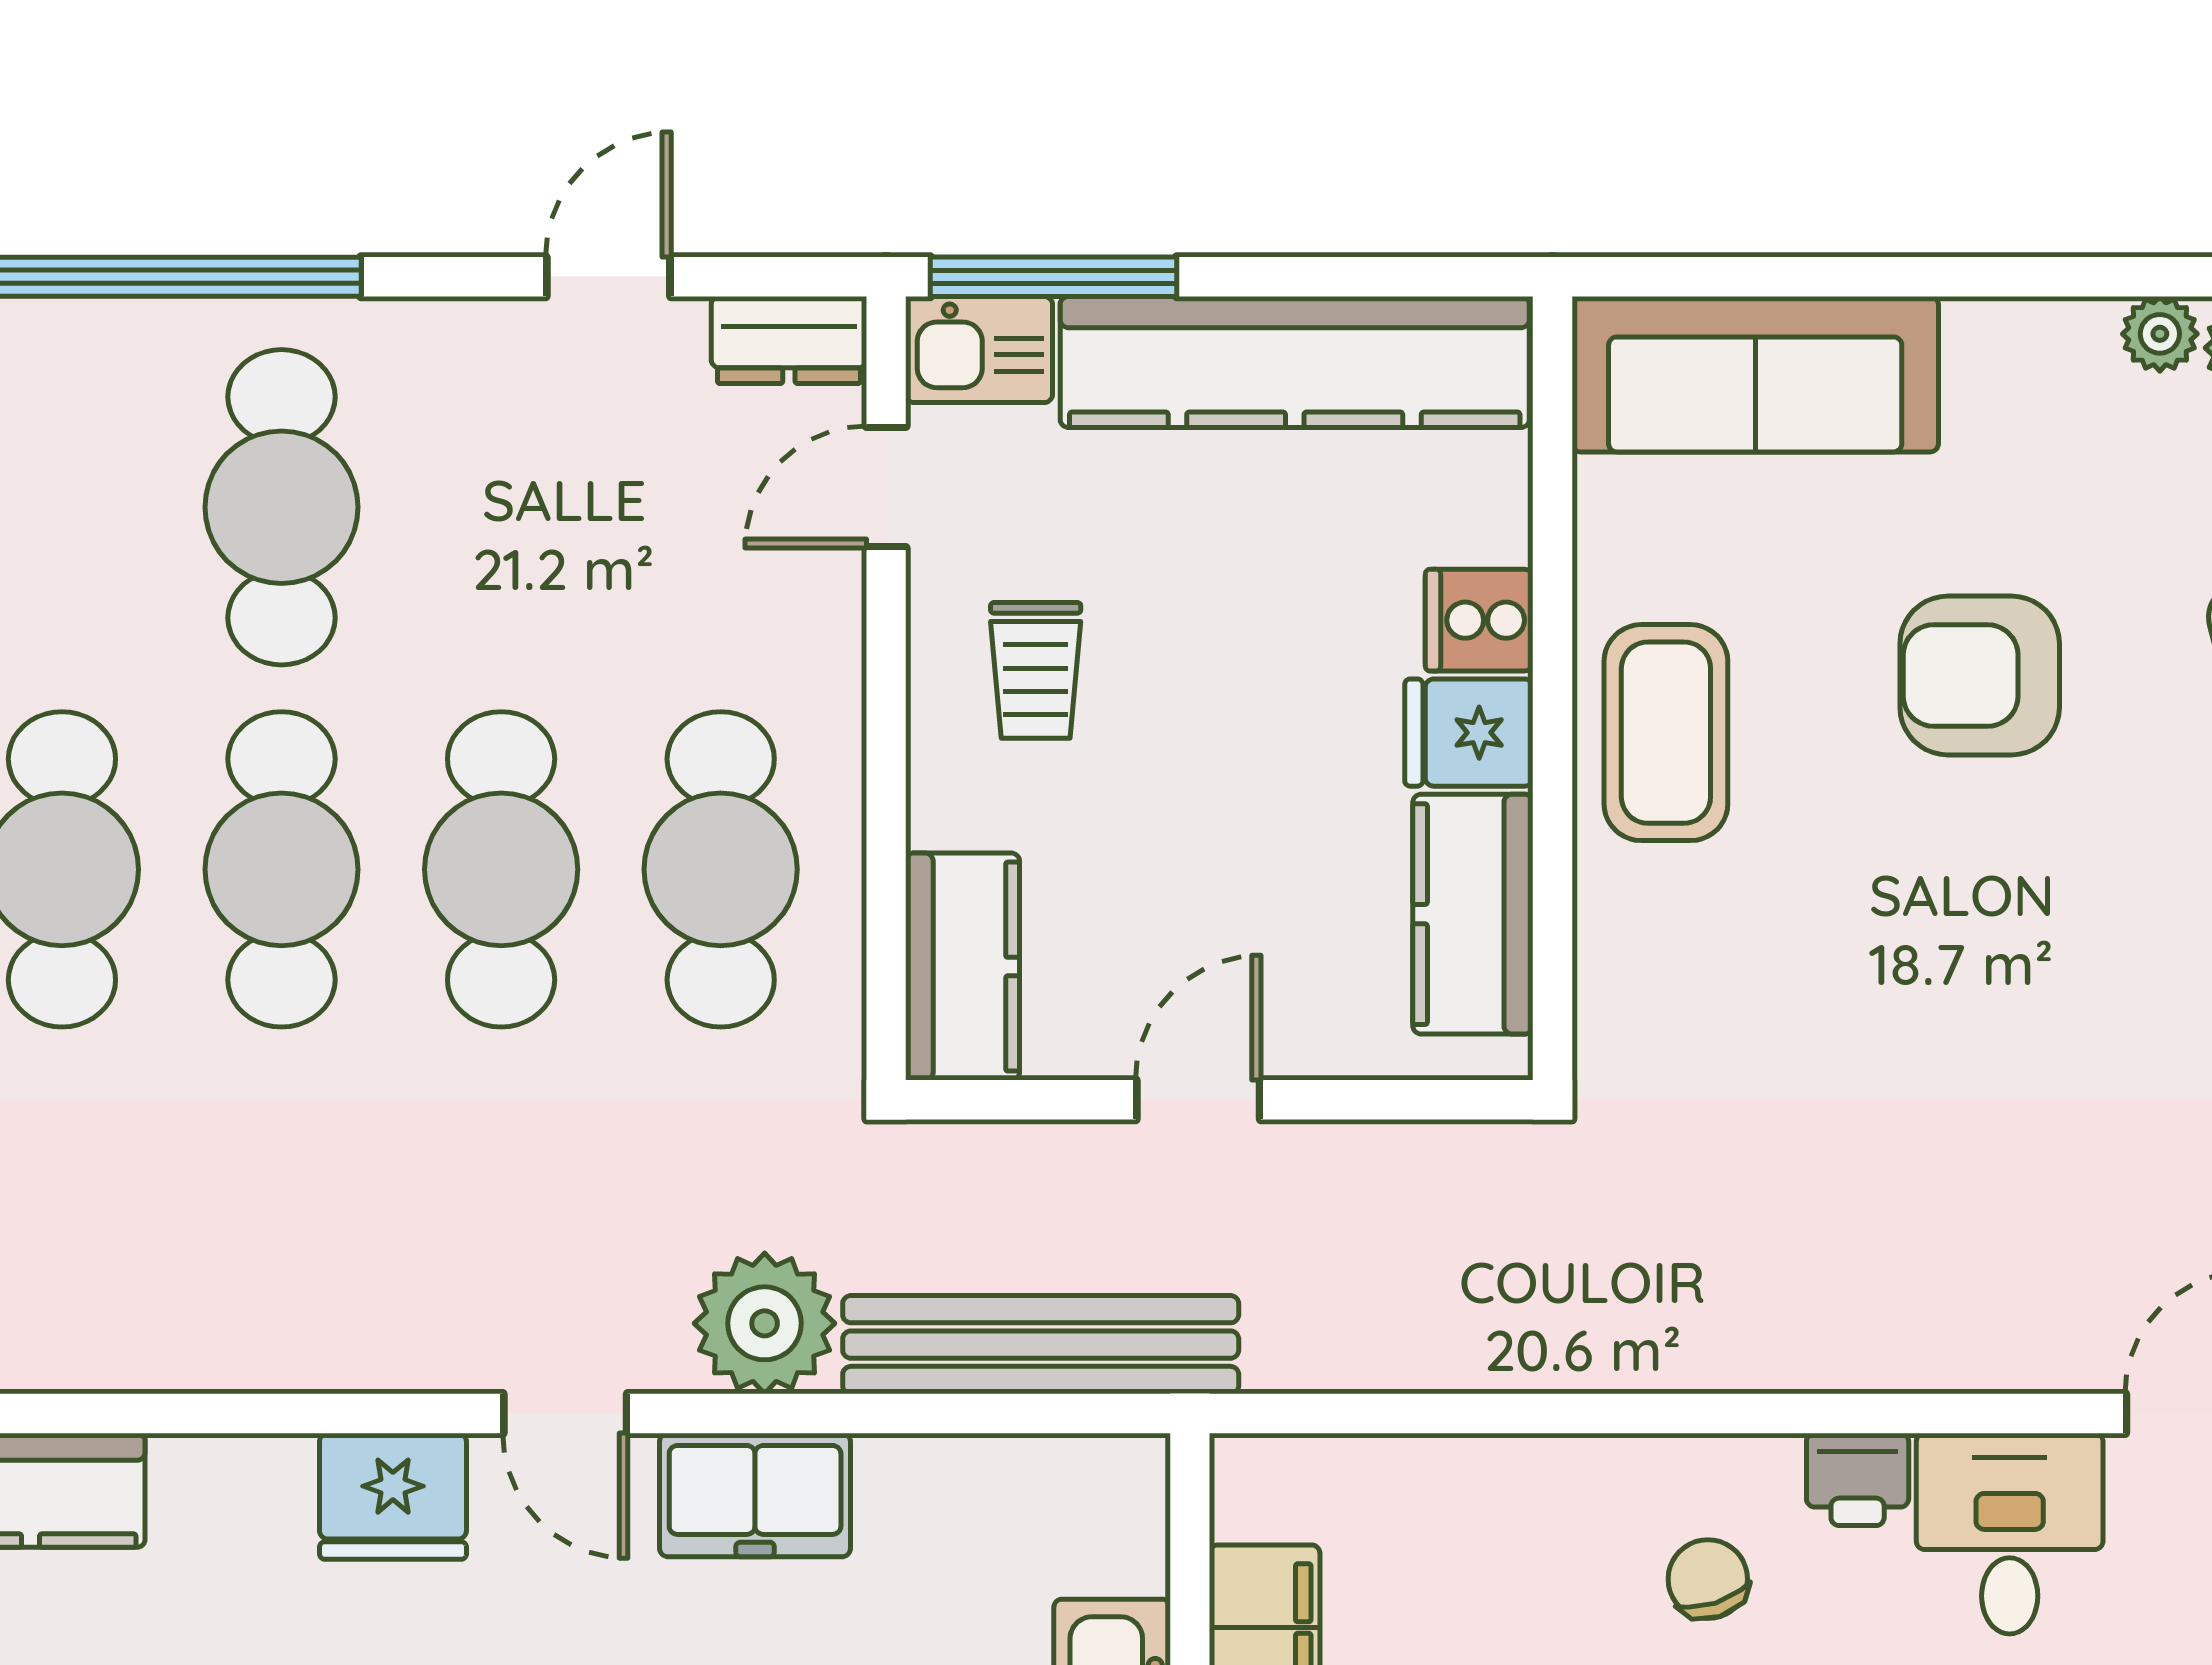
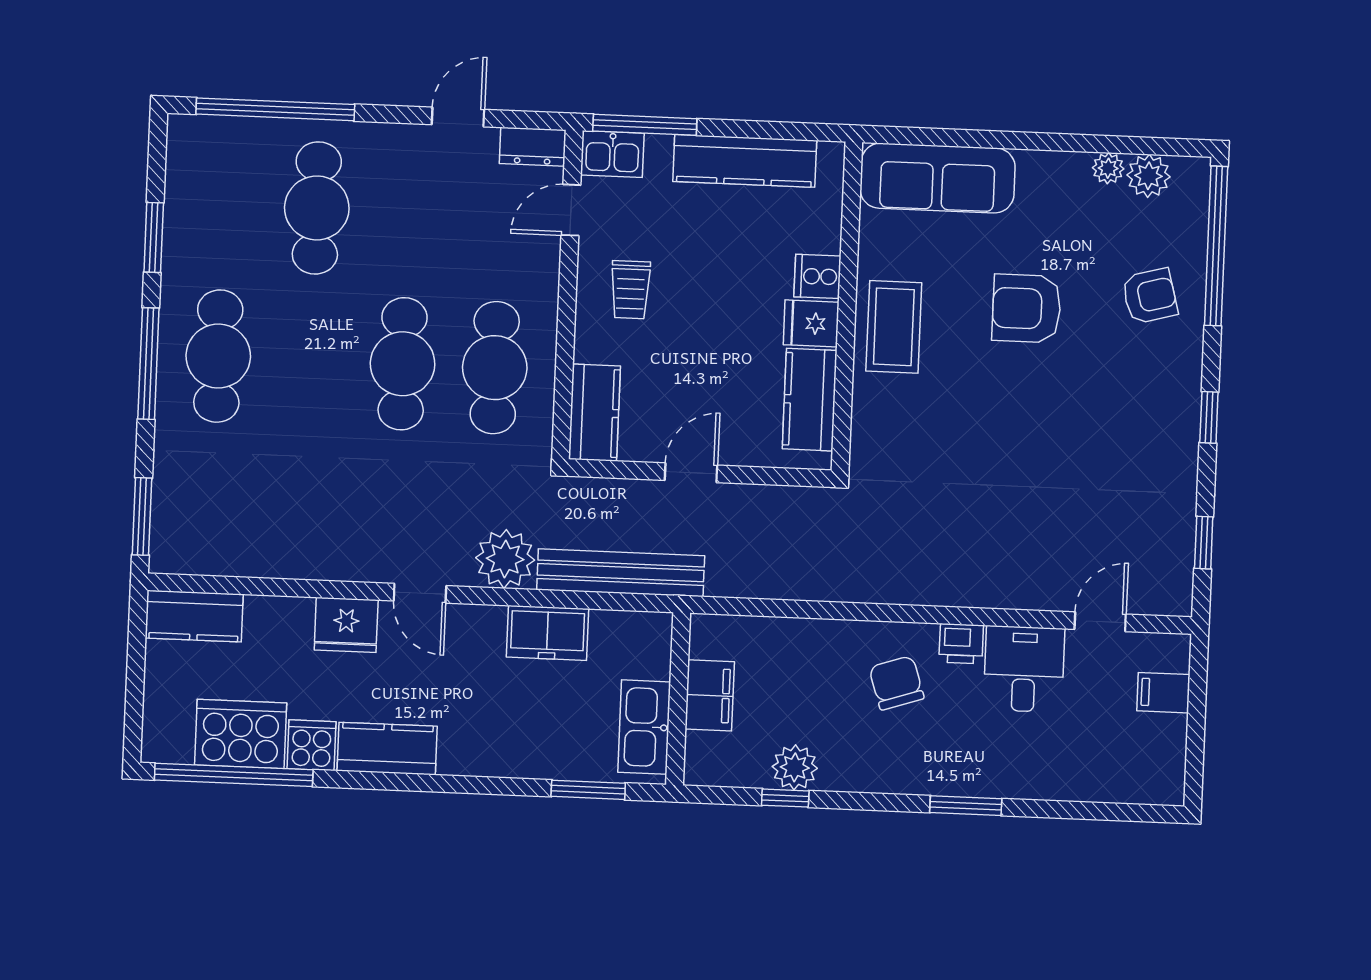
kitchen counter: (1295, 362) -> (745, 161), width x0.72, depth x0.86
cafe table: (281, 869) -> (310, 360), removed
freezer: (755, 1495) -> (547, 633), moved
chair: (1708, 1579) -> (896, 683), width x1.37, depth x1.37

